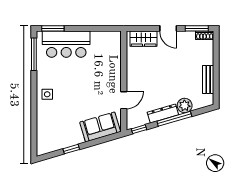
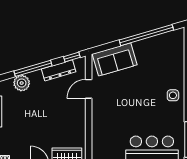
dresser: (163, 113) -> (59, 70), moved
window: (71, 149) -> (146, 35), width x3.17

